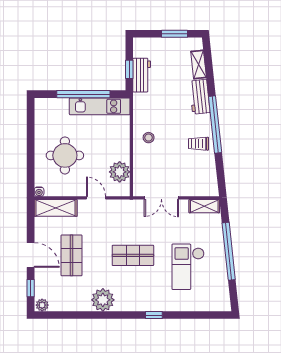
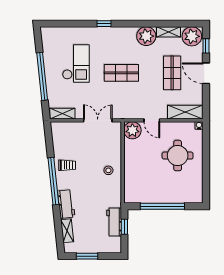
kitchen unit: (100, 106) -> (149, 196), removed
plant: (120, 172) -> (132, 130), moved
plant: (42, 305) -> (192, 36), width x1.87, depth x1.87
shelving: (76, 305) -> (168, 32), added

